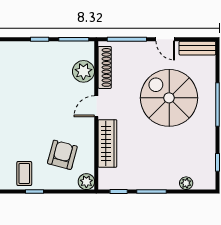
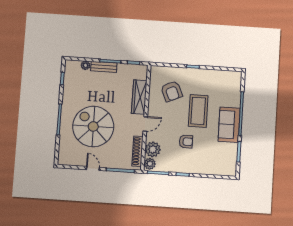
bench: (197, 48) -> (104, 67), moved
armchair: (38, 85) -> (186, 142), added
spiral stairs: (169, 98) -> (93, 126), turned 180
armchair: (62, 155) -> (172, 91), turned -39
coffee table: (24, 173) -> (198, 111), moved, width x1.86, depth x1.72
plant: (86, 182) -> (150, 164), moved

